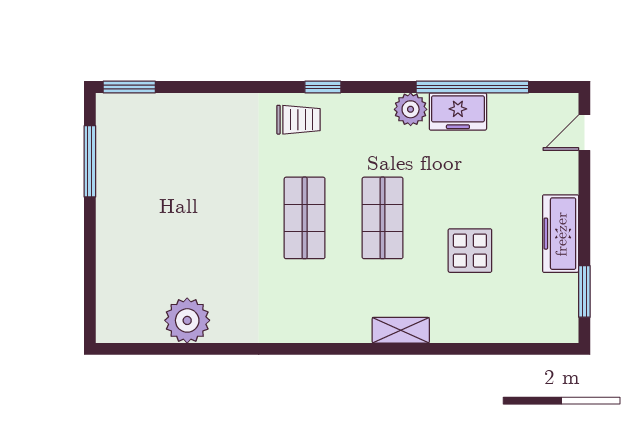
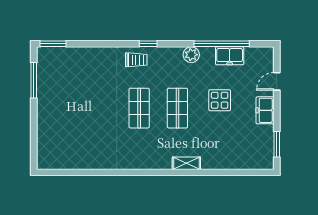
freezer: (458, 111) -> (230, 56), moved
door: (584, 133) -> (277, 81), moved
freezer: (561, 234) -> (265, 110), width x0.71
display table: (470, 251) -> (220, 100), moved
plant: (187, 320) -> (82, 158), removed

